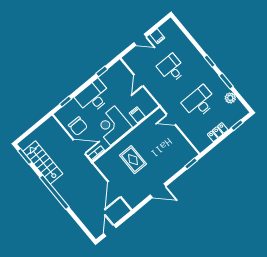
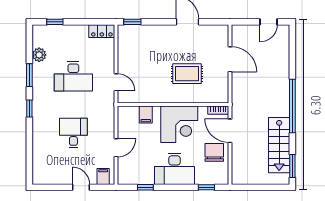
filing cabinet: (157, 36) -> (103, 177), moved
desk: (171, 68) -> (73, 133), turned 180
locker: (218, 132) -> (102, 31), moved
rug: (133, 160) -> (187, 74), turned 90
door: (114, 189) -> (230, 59), hinge flipped

